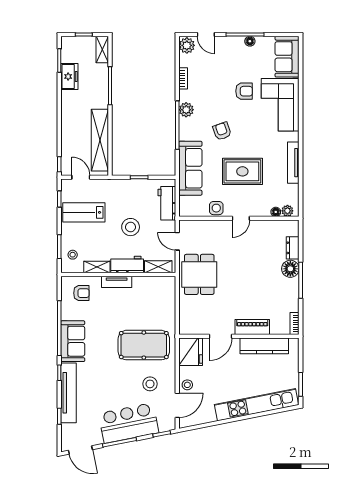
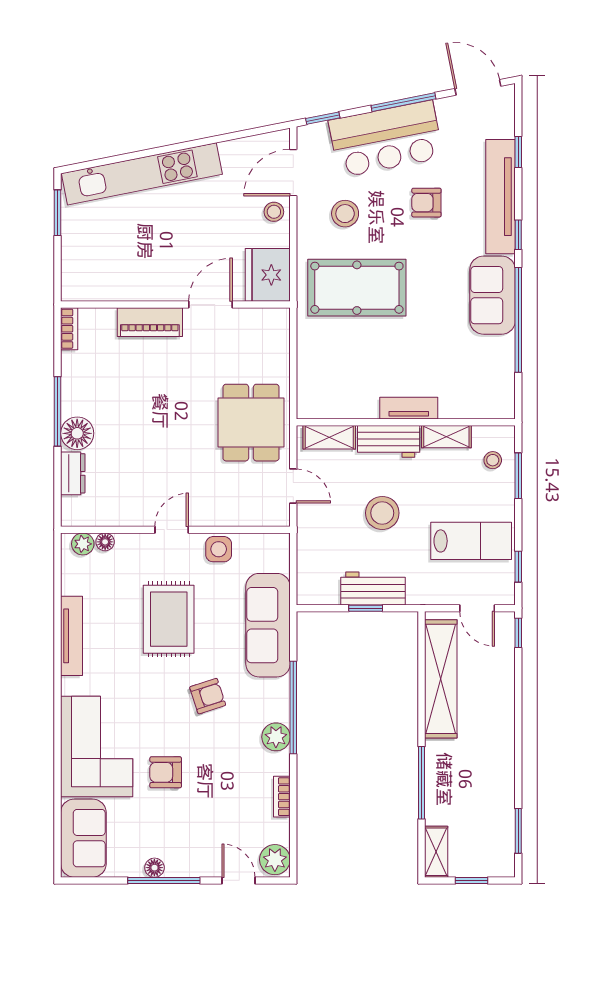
freezer: (69, 76) -> (499, 800), removed
armchair: (222, 131) -> (208, 696), turned -89
rug: (242, 171) -> (169, 619), turned 90
workbench: (167, 203) -> (373, 588), moved, turned -90
armchair: (81, 293) -> (426, 203), moved
kitchen counter: (264, 346) -> (127, 286), removed

